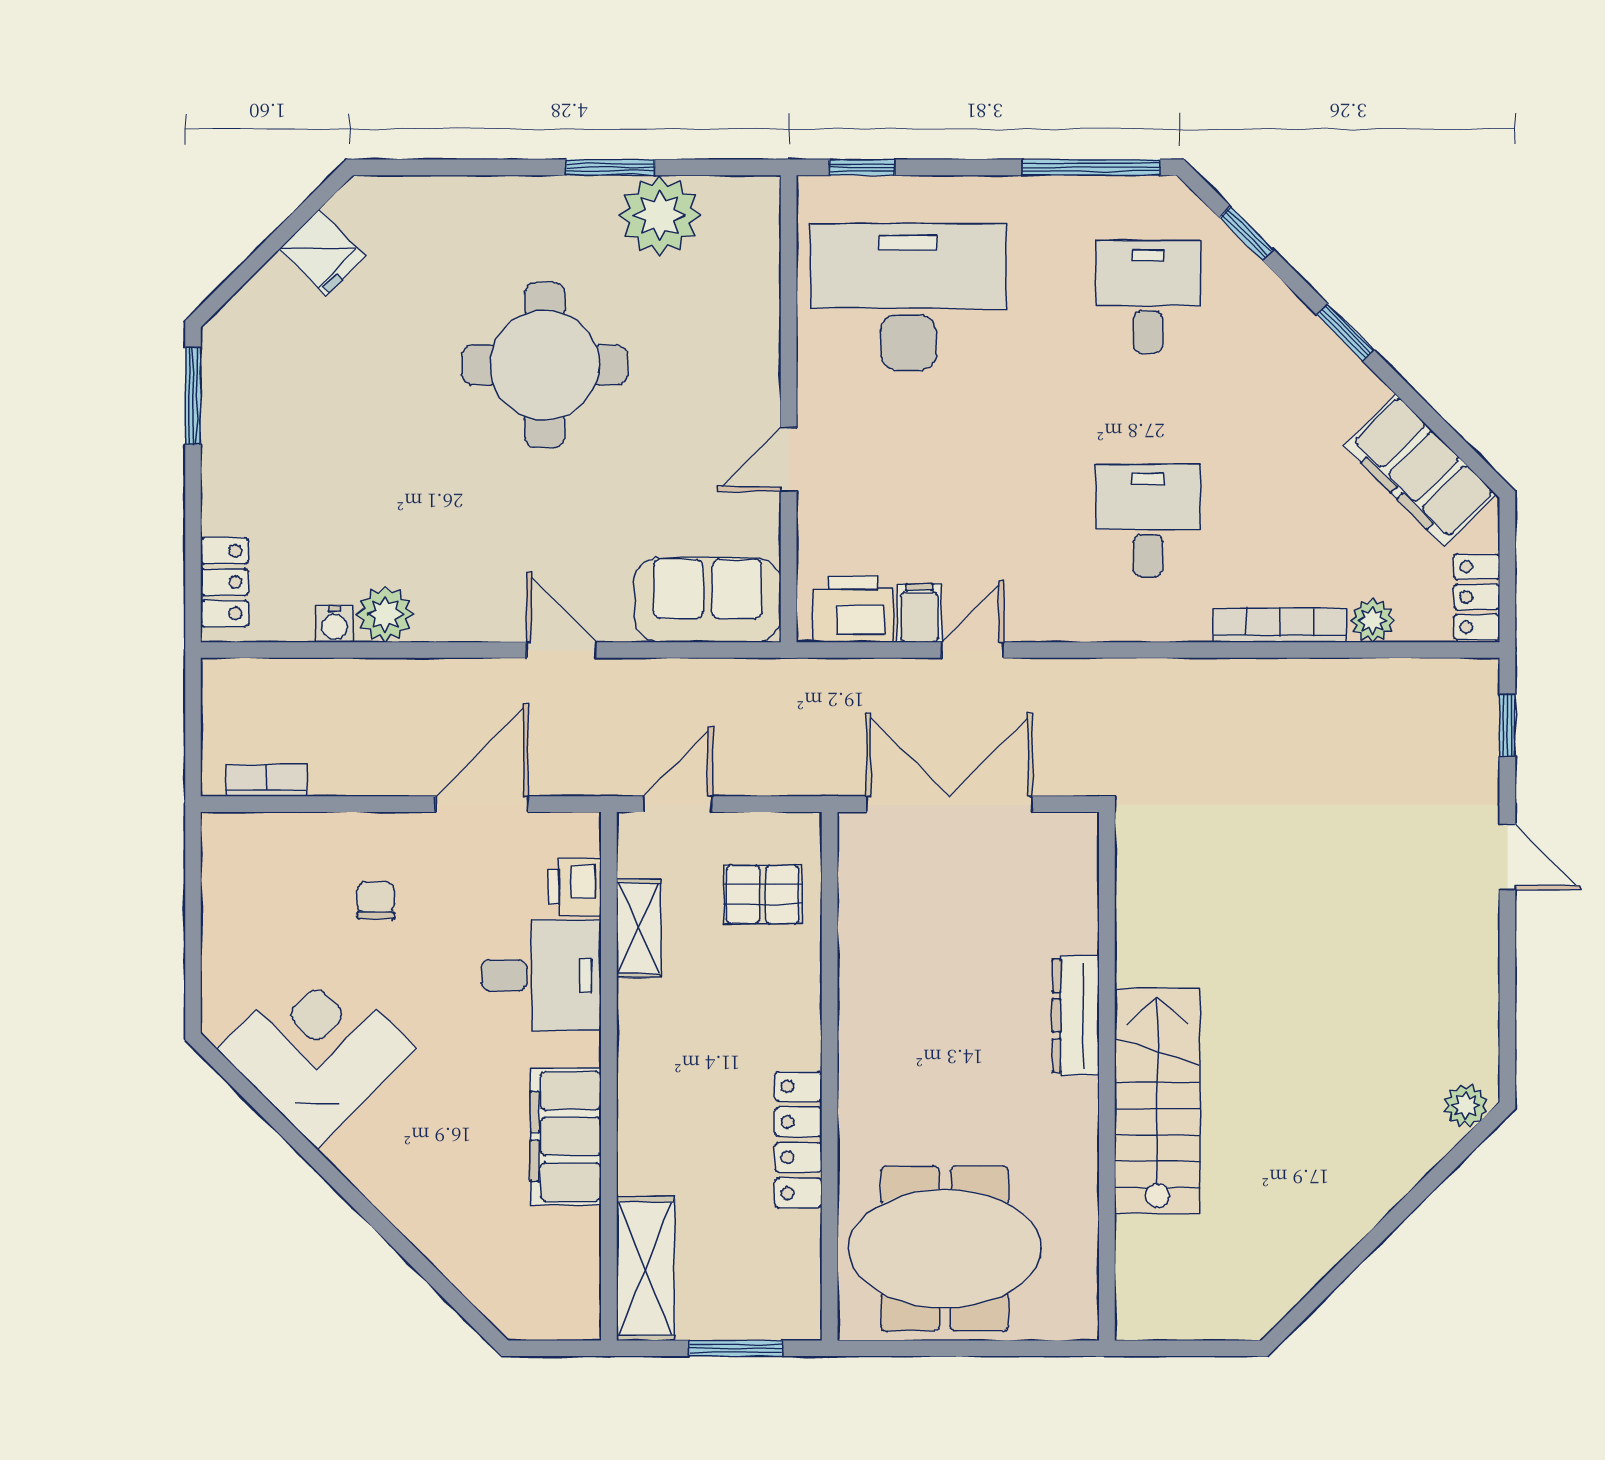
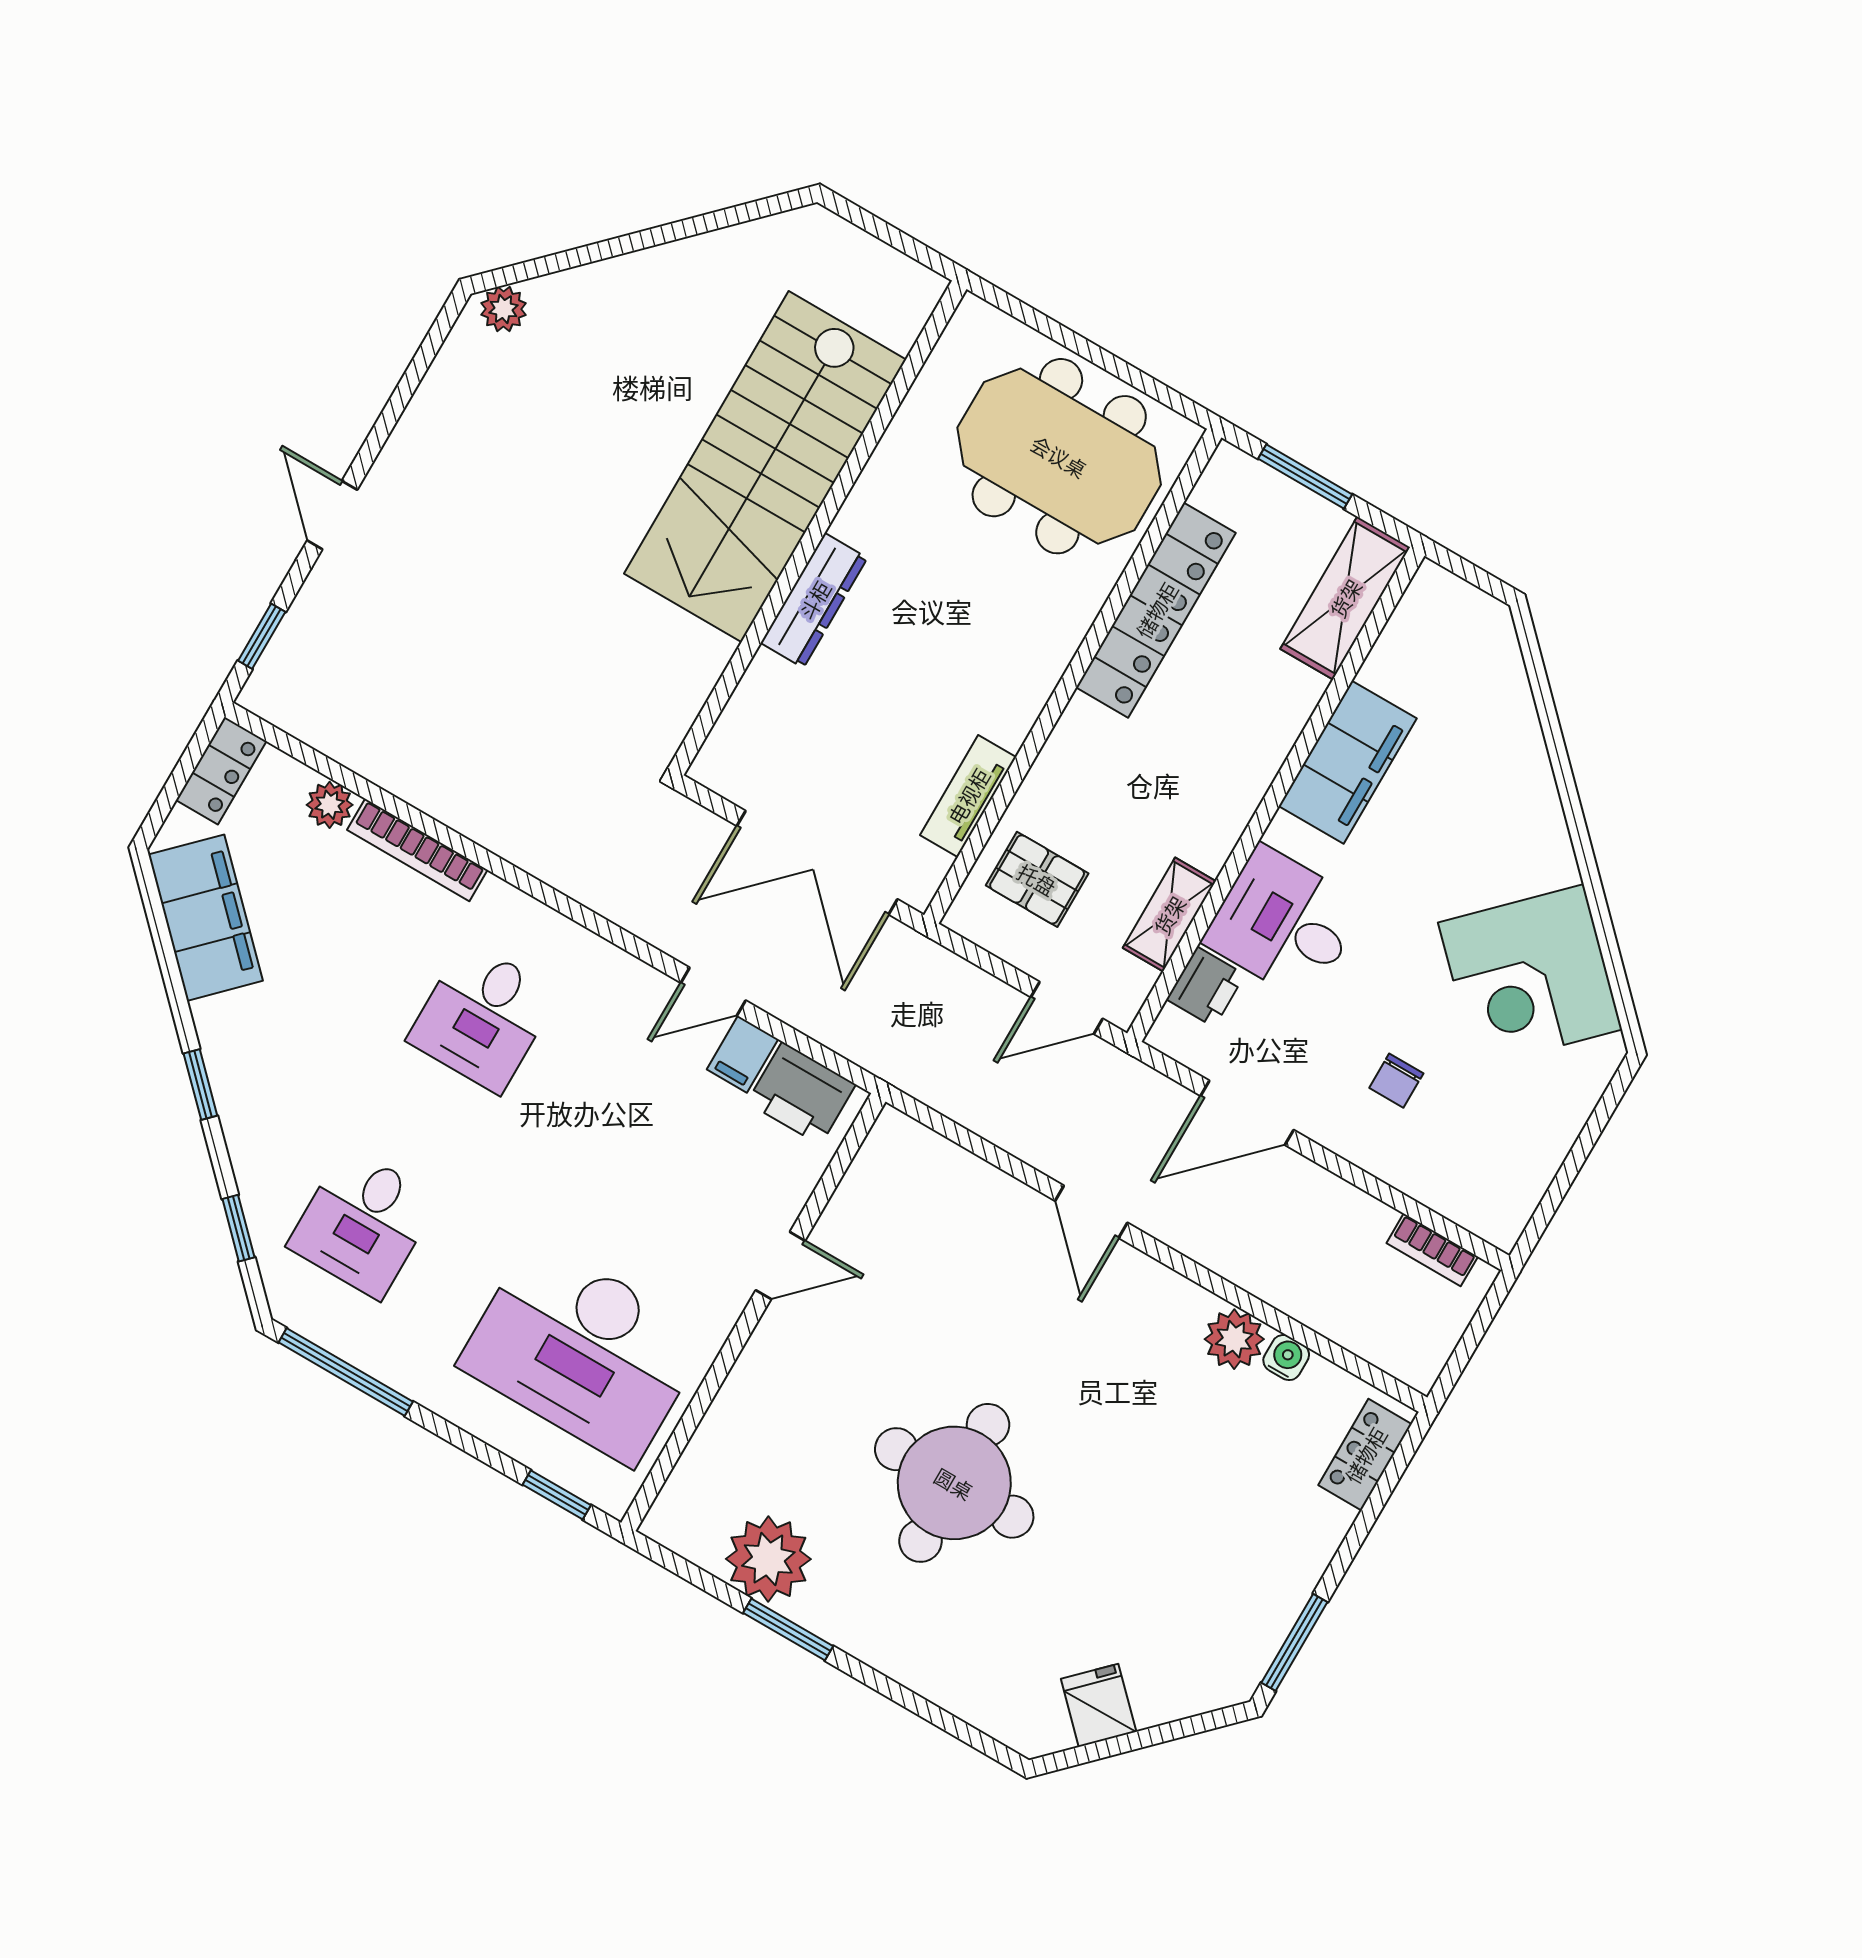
sofa: (708, 600) -> (930, 1180), removed
tv unit: (858, 929) -> (968, 796), added
stairs: (1157, 1101) -> (765, 467), width x1.36, depth x1.51
locker: (798, 1140) -> (1156, 610), width x1.41, depth x1.21

